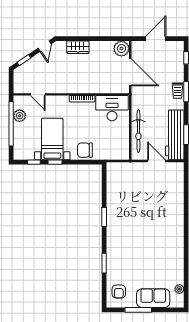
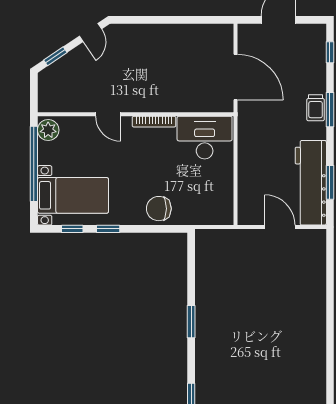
wardrobe: (78, 47) -> (147, 34), removed
plant: (121, 49) -> (220, 37), removed
door: (38, 94) -> (108, 114), moved
plant: (20, 116) -> (48, 130), moved
bicycle: (138, 131) -> (249, 176), removed
bed with nightstands: (52, 139) -> (73, 195), moved, turned 90

